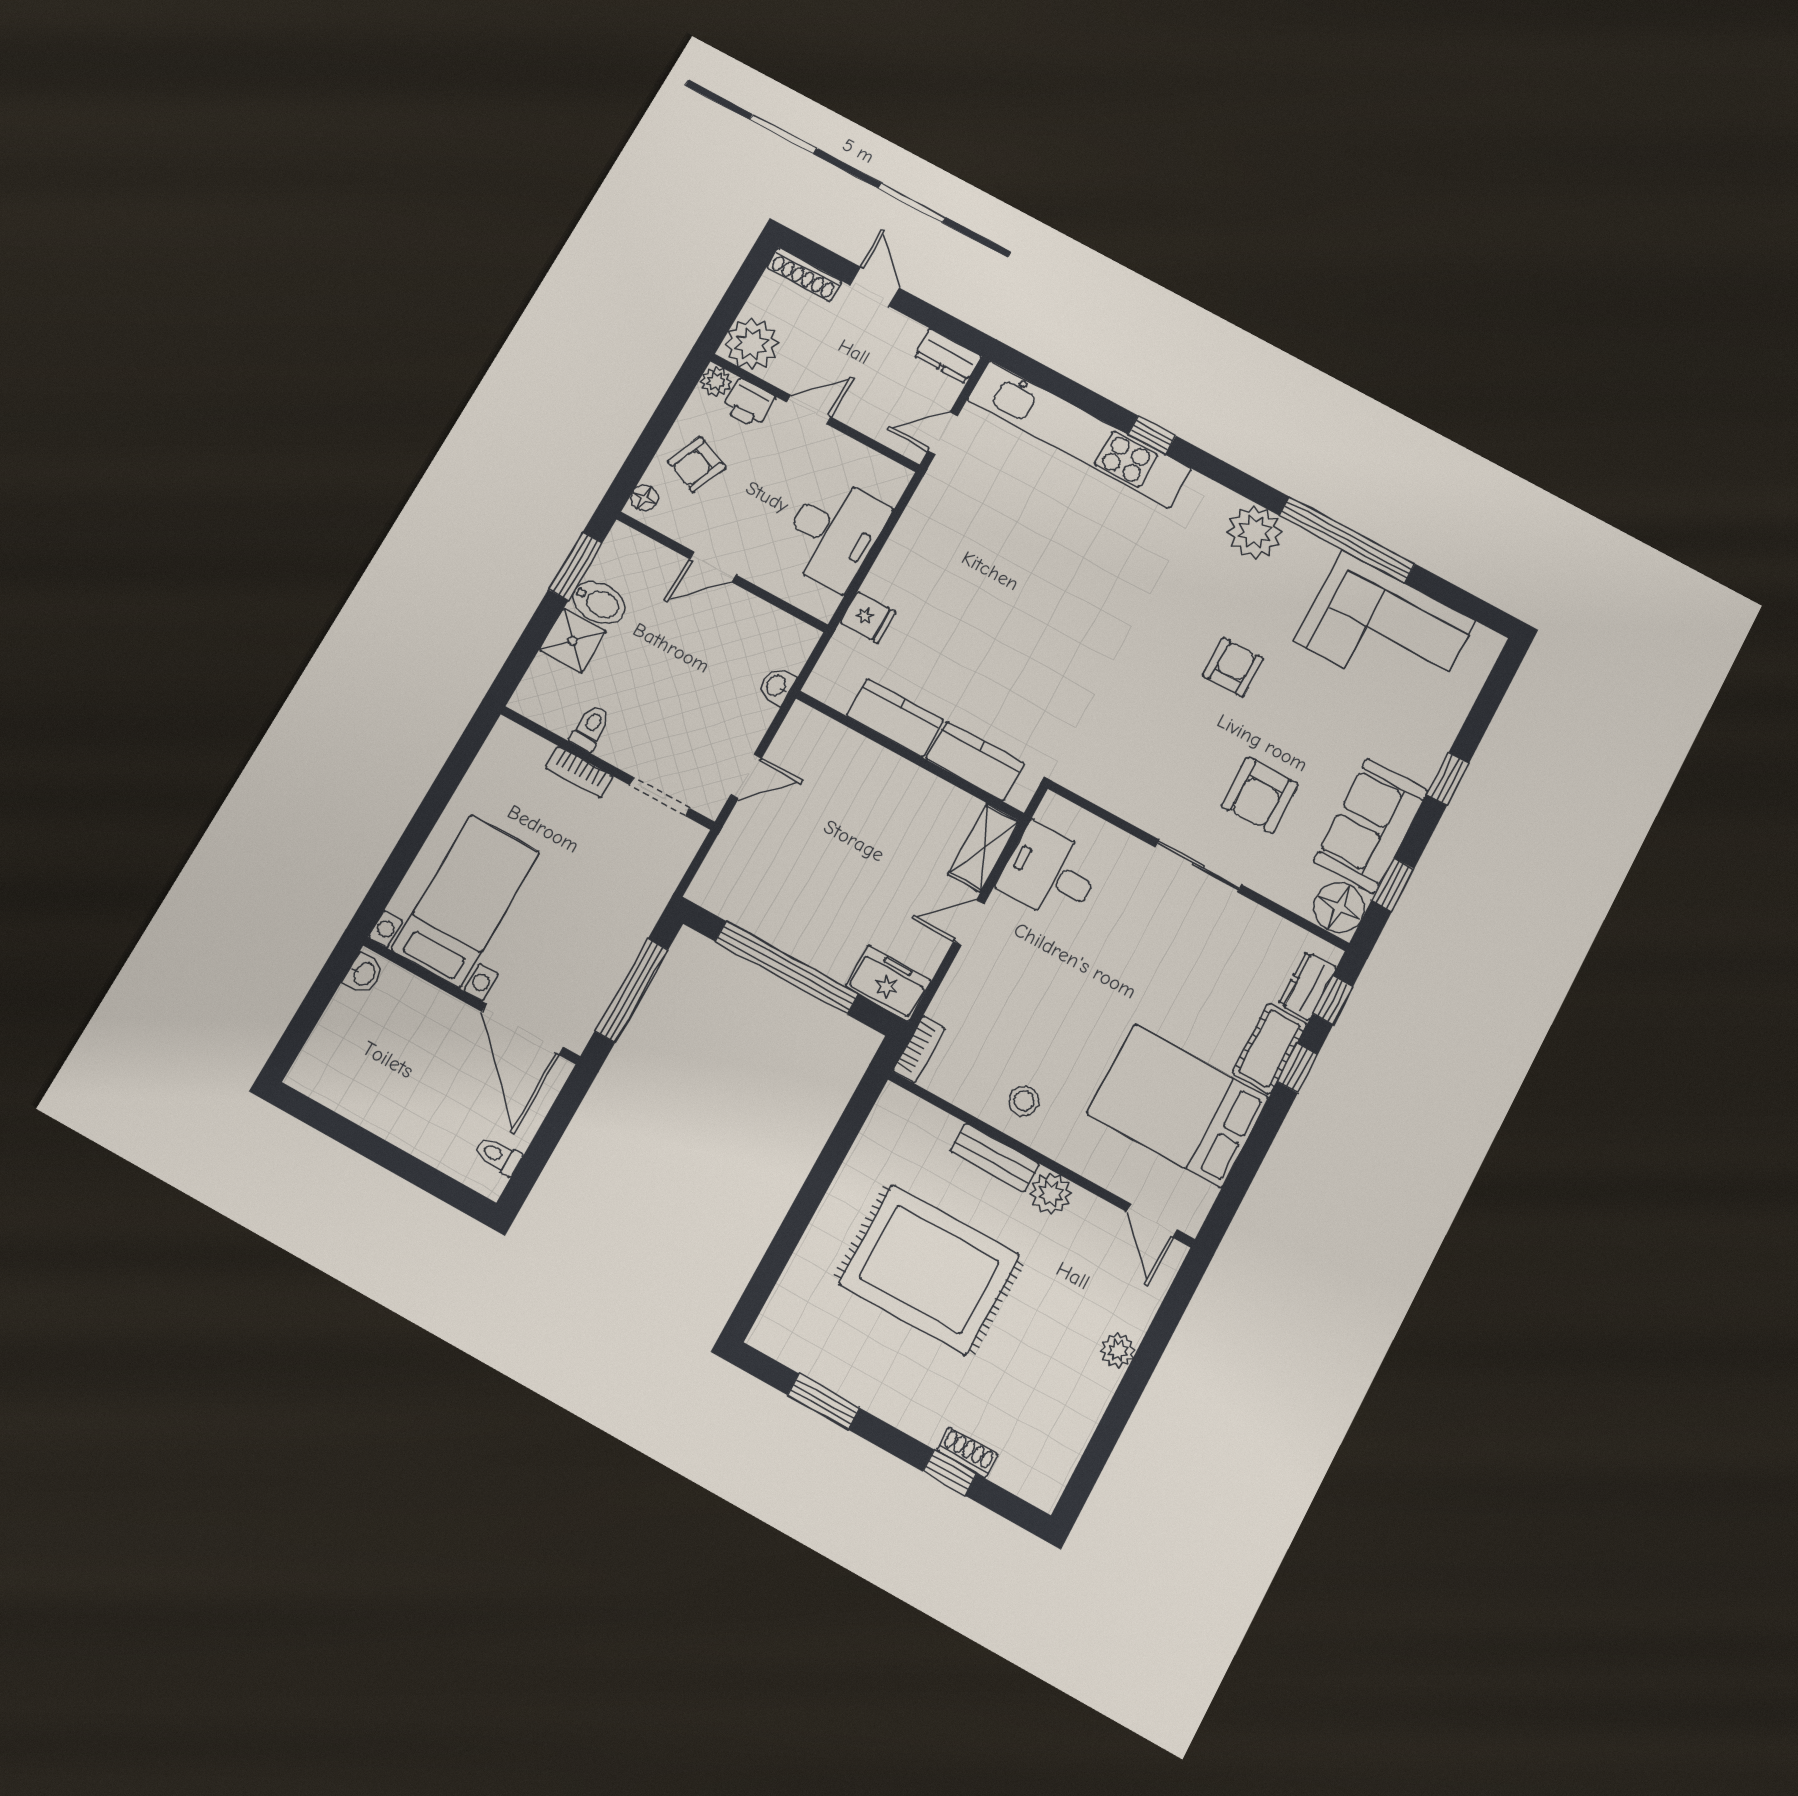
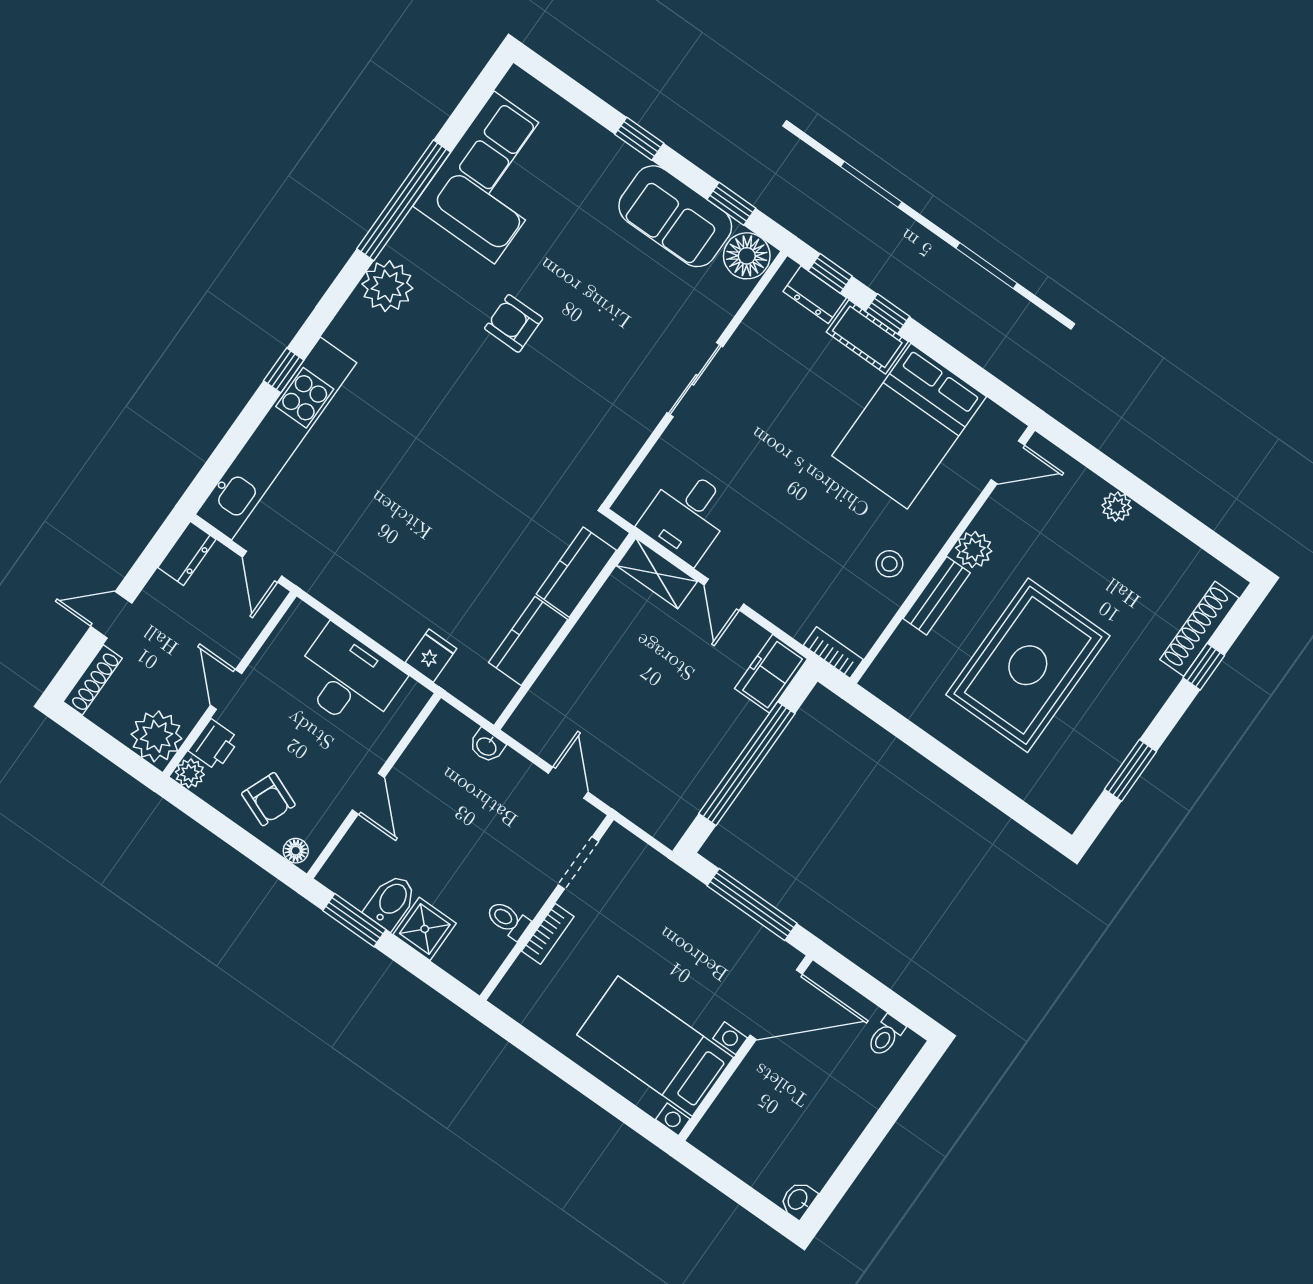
armchair: (1260, 795) -> (636, 315), removed
washbasin: (363, 974) -> (798, 1200), moved, turned -90
shoe rack: (967, 1452) -> (1199, 629), width x1.94, depth x1.24

